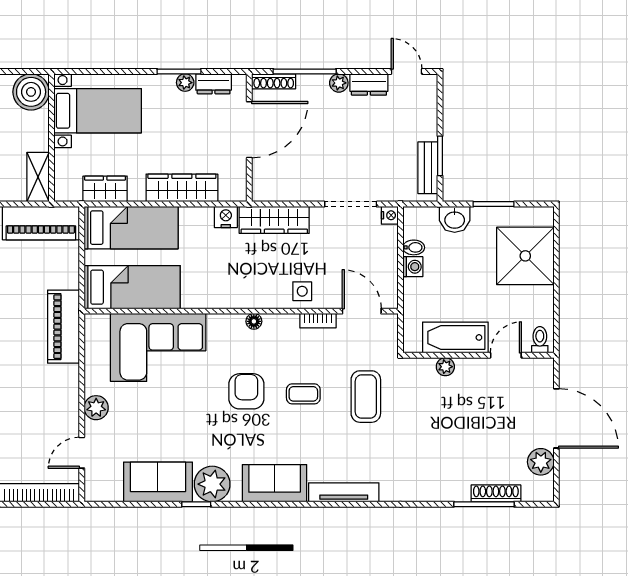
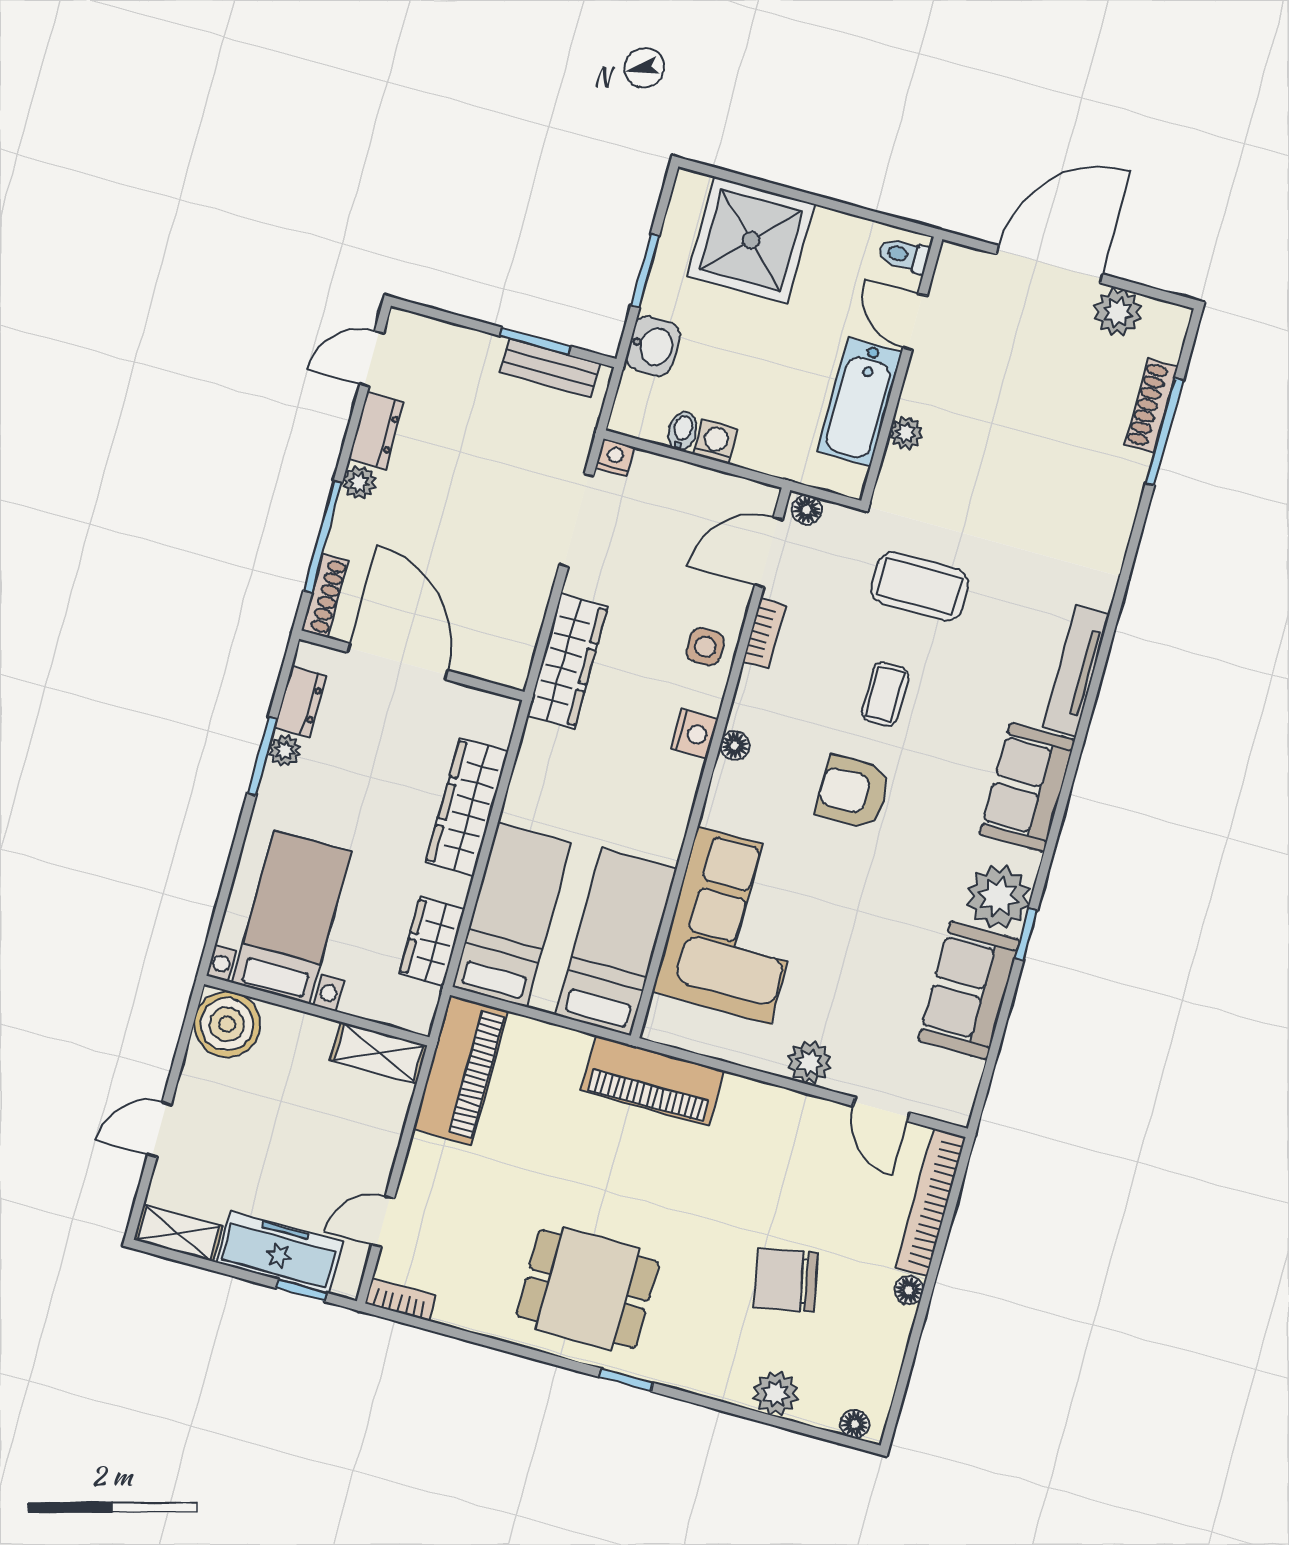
nightstand: (226, 217) -> (694, 734), moved, turned 180
floor lamp: (390, 325) -> (807, 510), added

